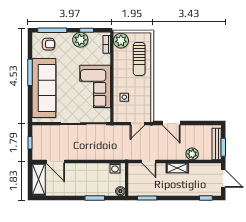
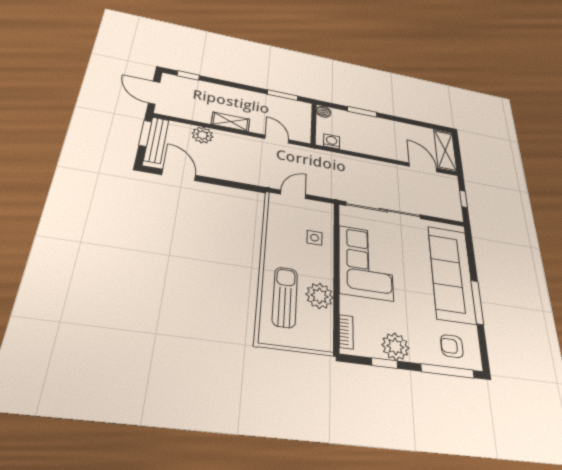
plant: (121, 41) -> (320, 296), moved
door: (171, 123) -> (179, 175), moved

